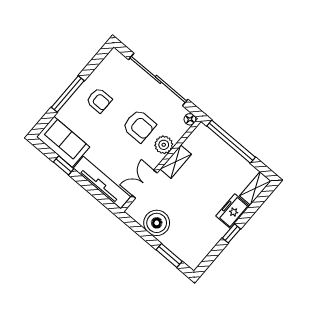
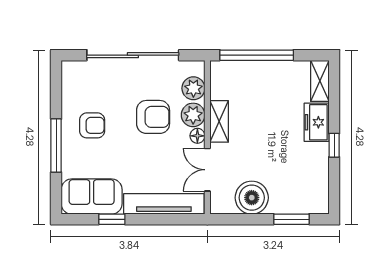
floor lamp: (190, 119) -> (197, 136), moved
plant: (177, 129) -> (193, 88), added

